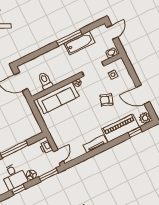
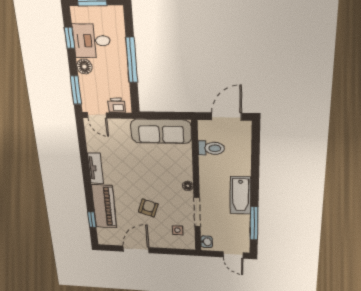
window: (69, 38) -> (254, 223), moved
bathtub: (79, 43) -> (240, 195), moved
sofa: (58, 98) -> (161, 131), moved, turned -90
plant: (145, 118) -> (105, 238), removed

